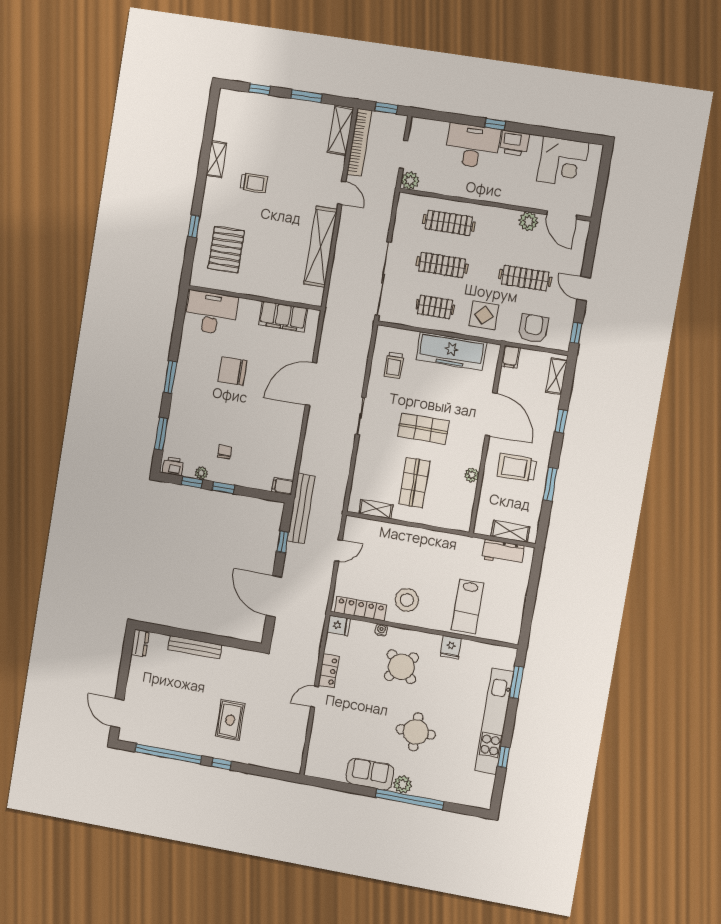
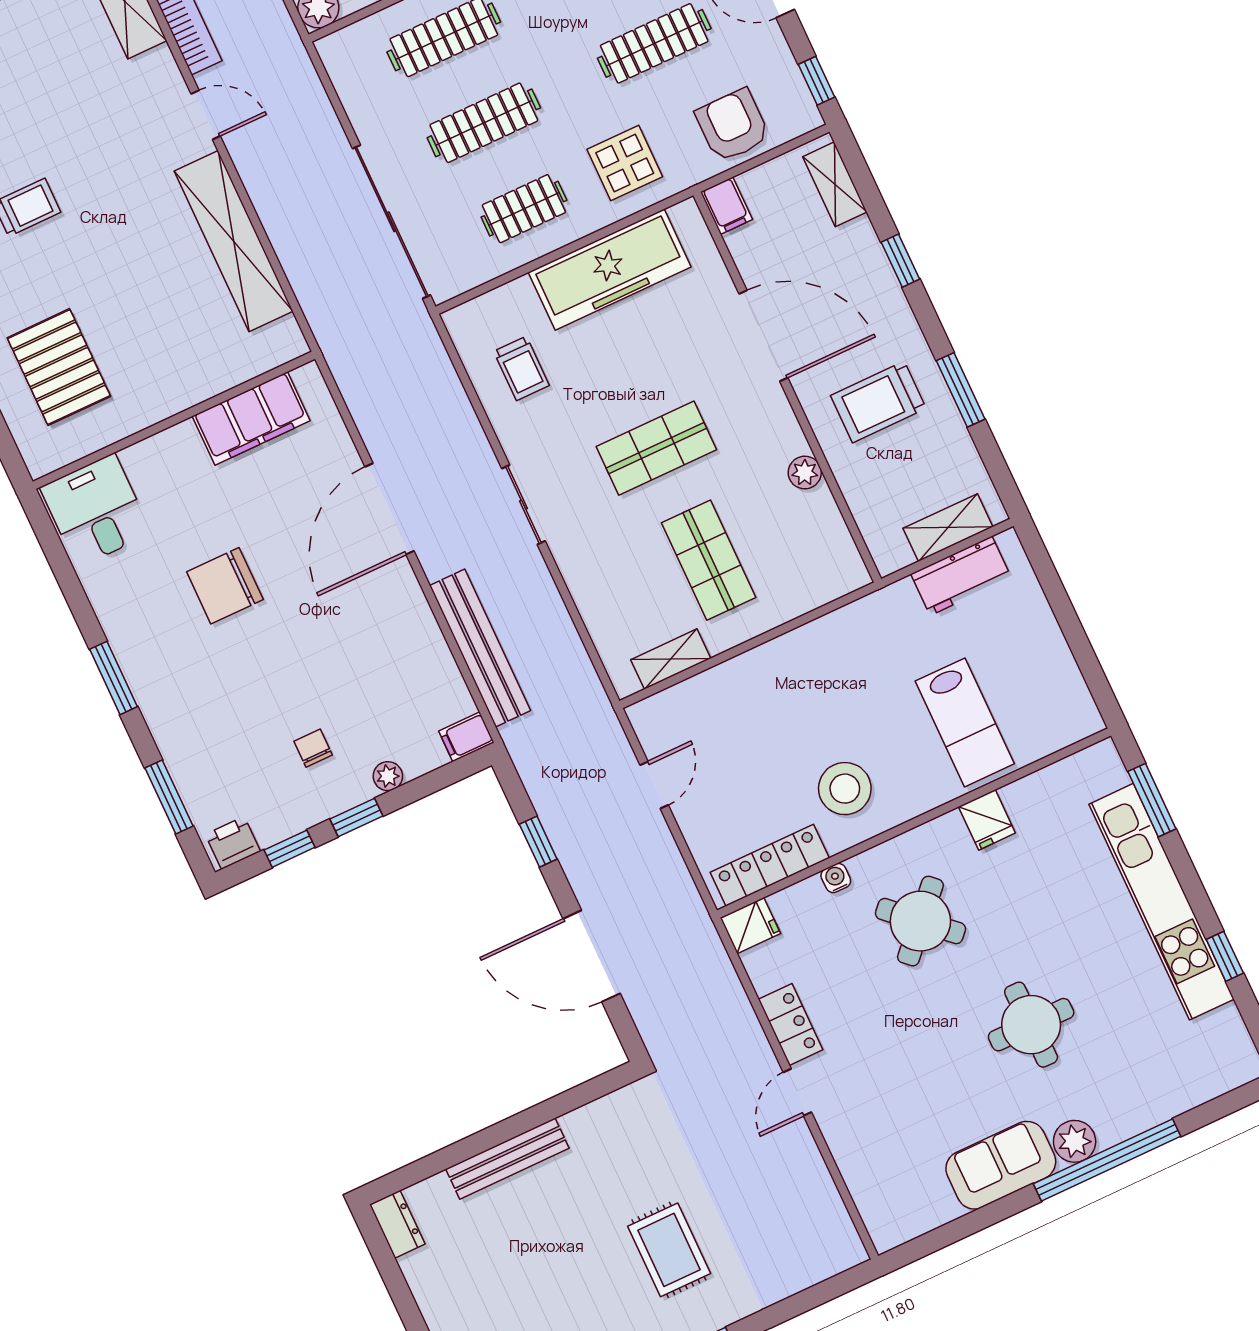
desk: (211, 313) -> (96, 511), width x0.73
plant: (201, 473) -> (388, 776), moved
bench: (301, 509) -> (480, 648), moved

